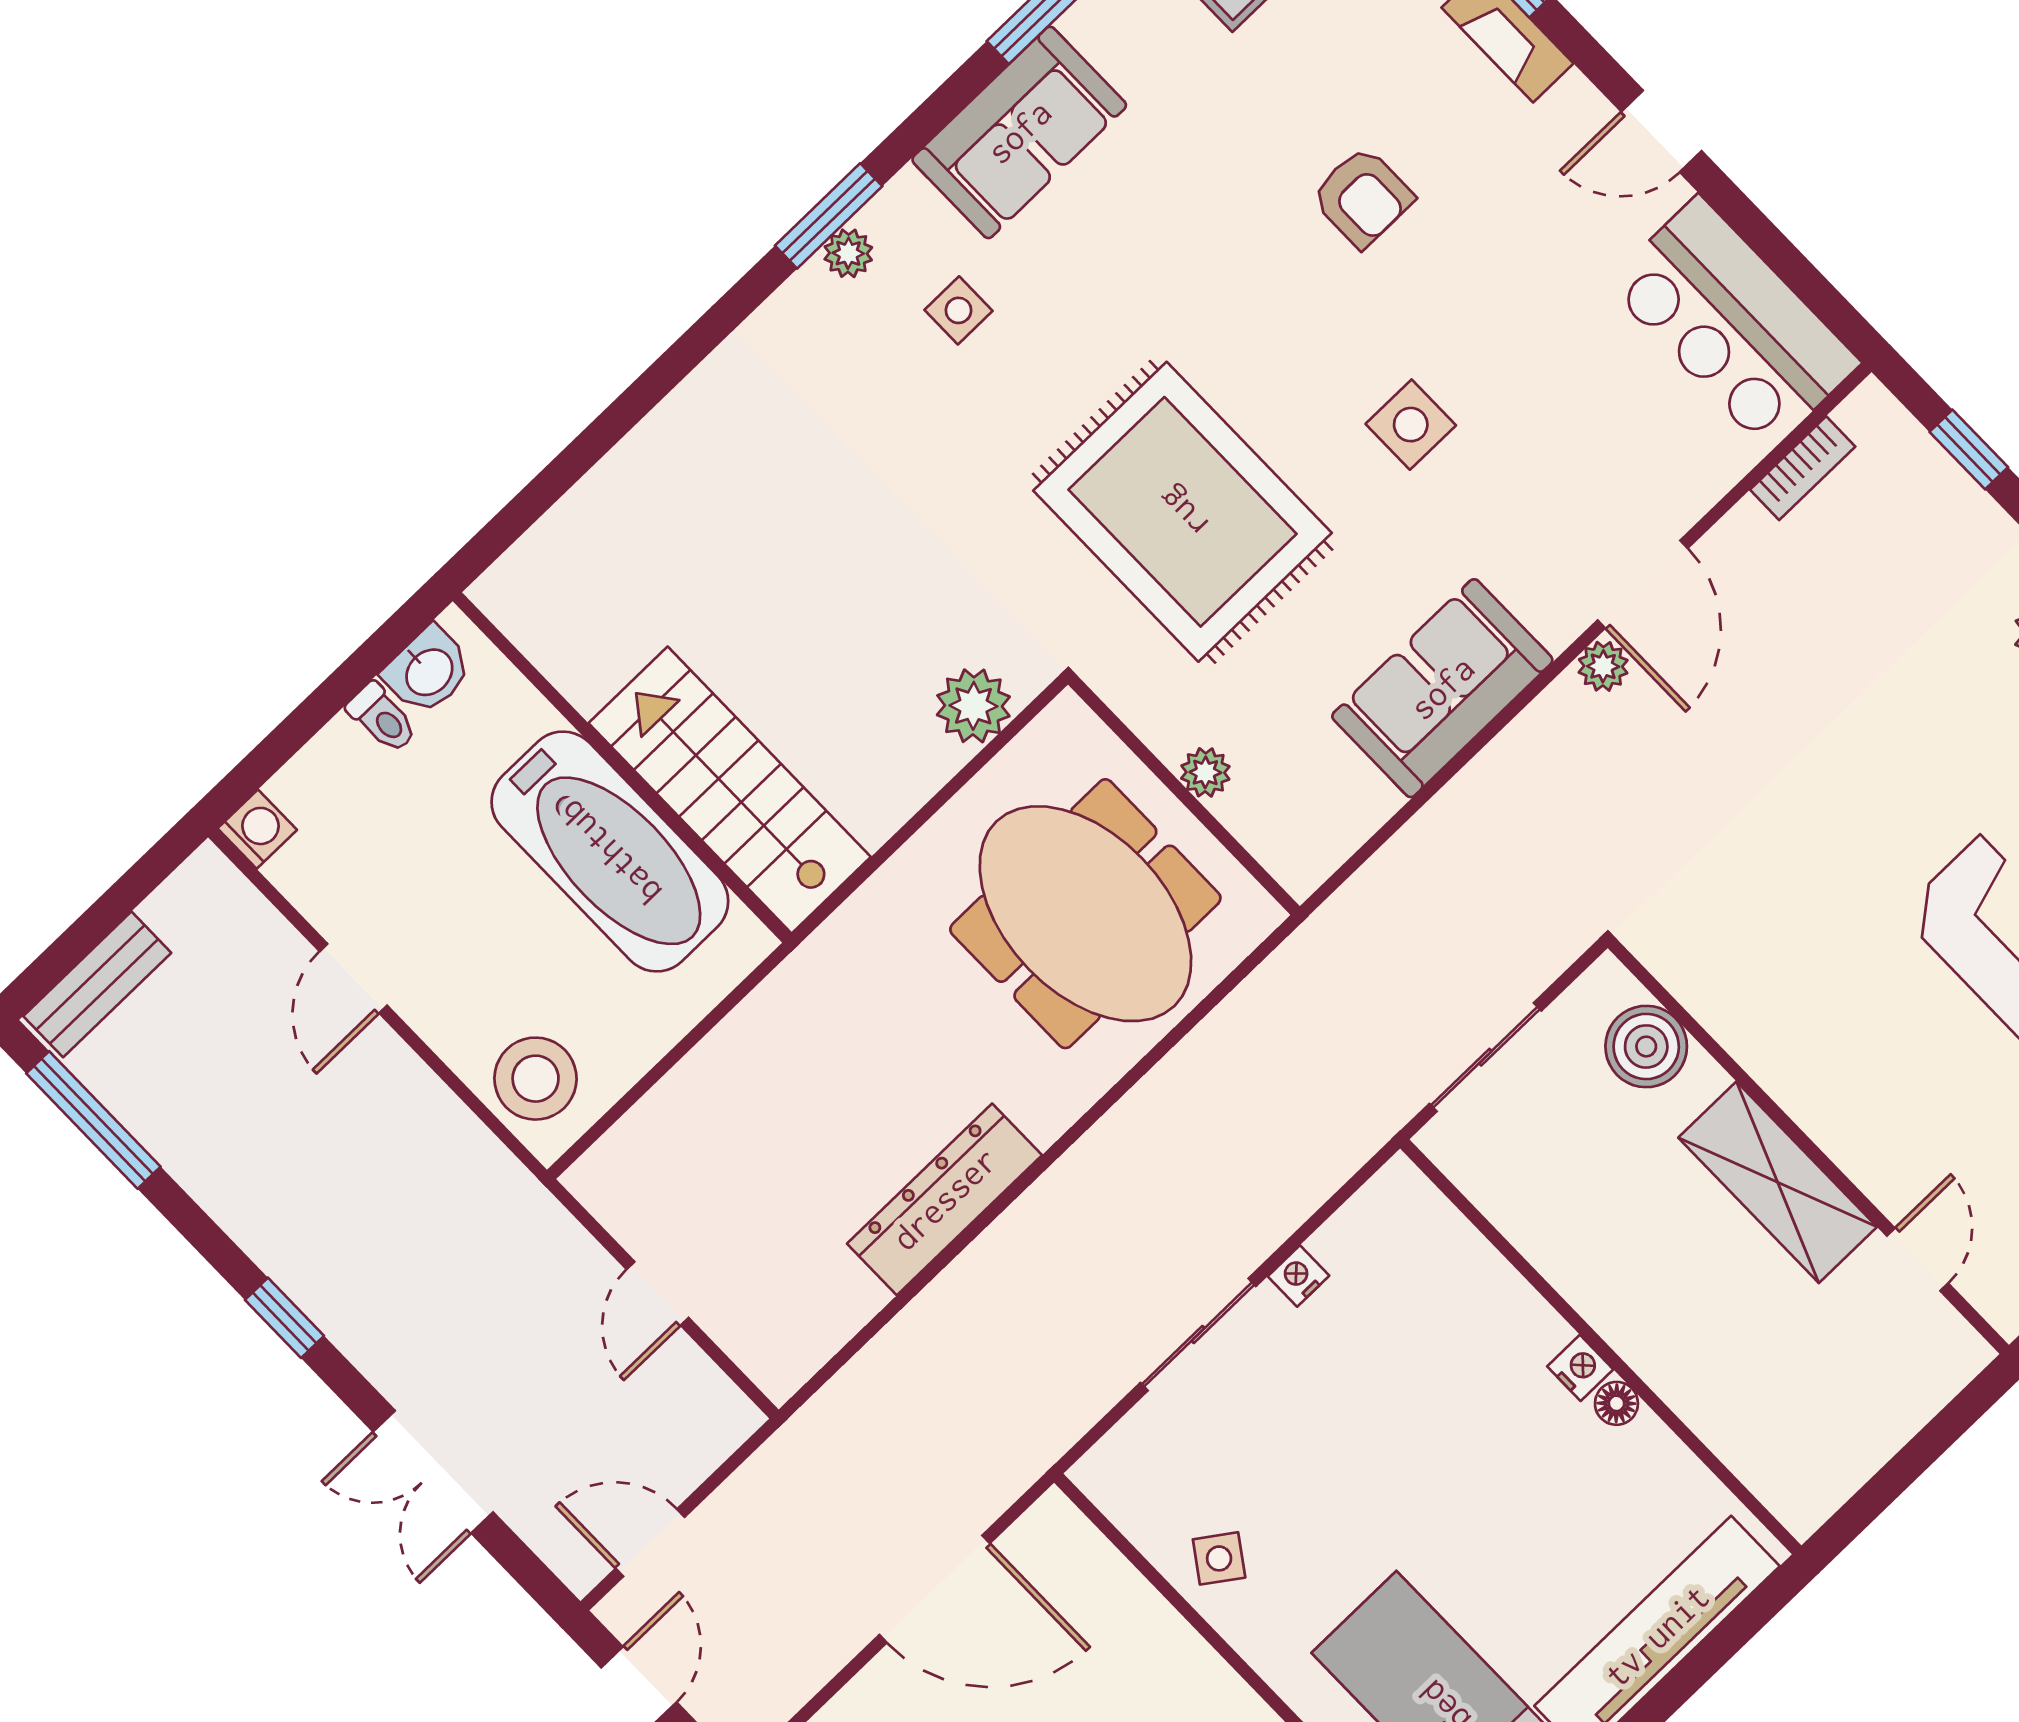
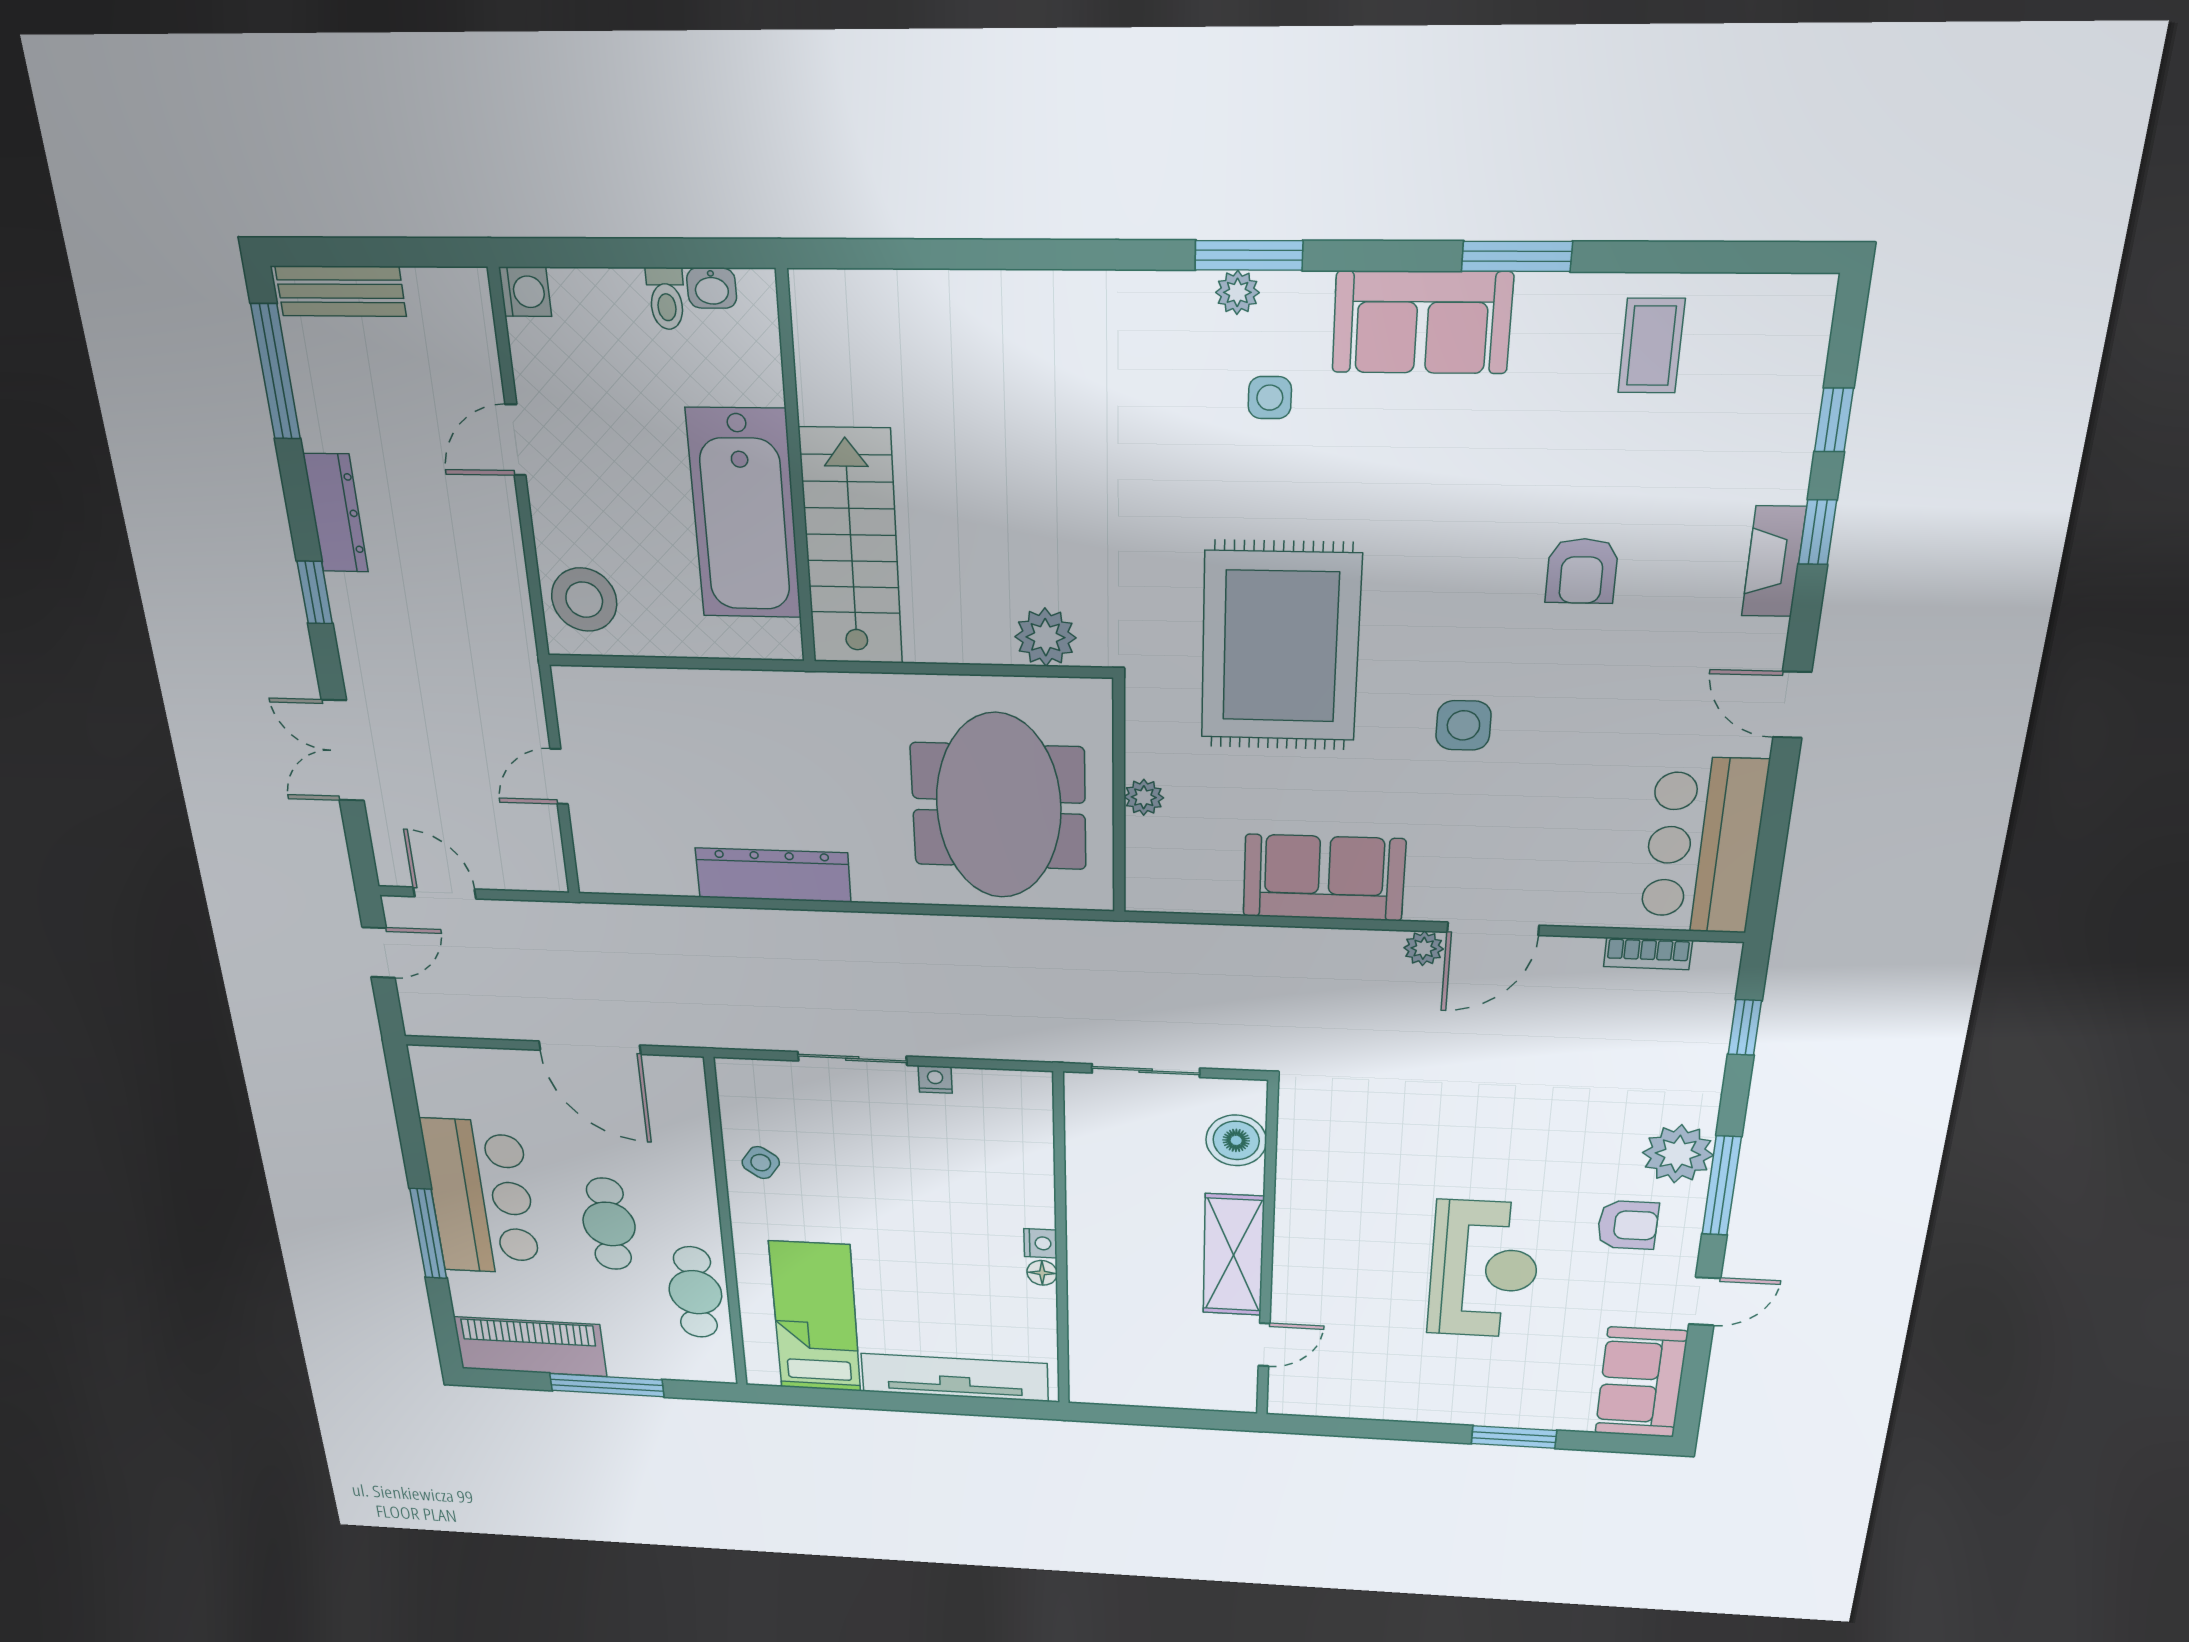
washbasin: (428, 671) -> (712, 288), width x0.72, depth x0.69
dresser: (246, 1213) -> (336, 513), added

